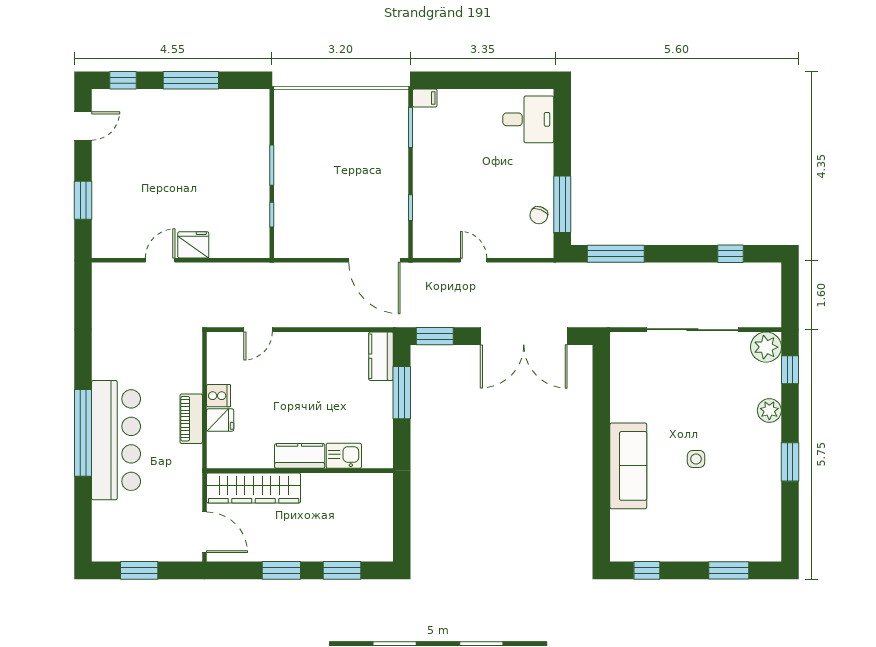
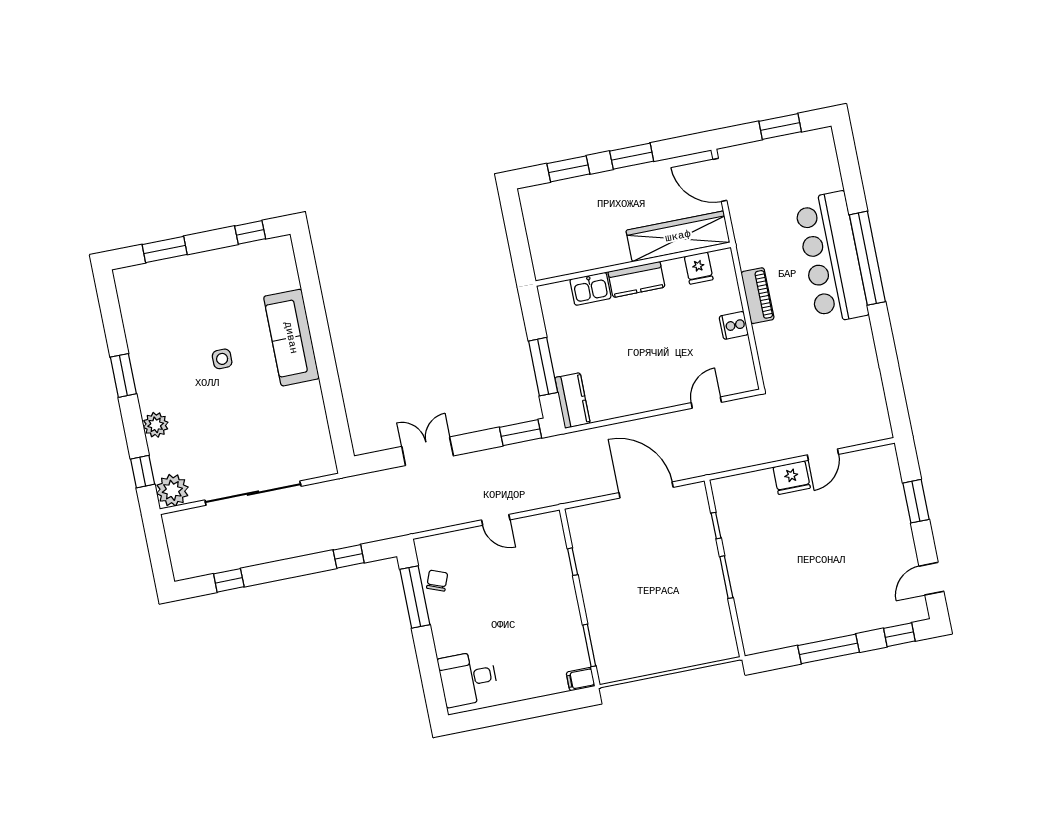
window: (616, 254) -> (349, 556), width x0.46
door: (374, 260) -> (646, 490), moved
double door: (524, 336) -> (428, 451), width x0.54
fridge: (220, 420) -> (699, 268), moved, turned -90

